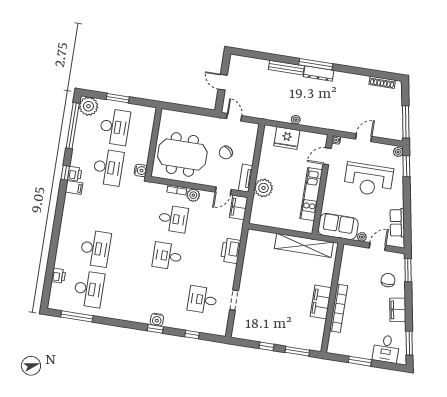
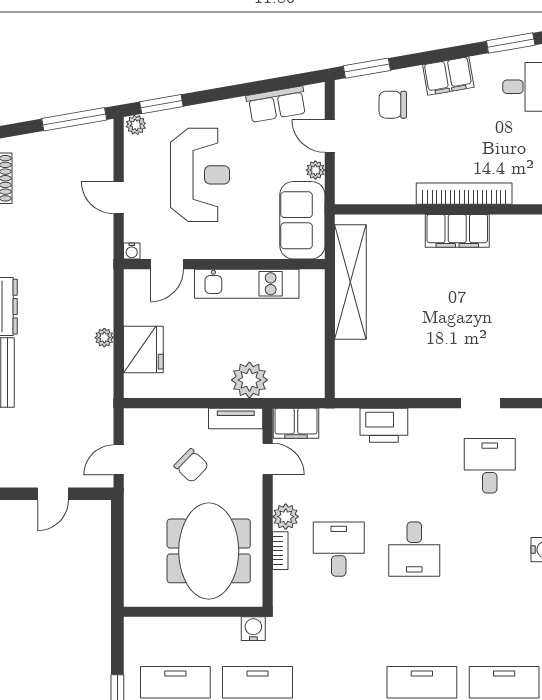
door: (327, 156) -> (167, 264), hinge flipped
desk: (202, 300) -> (490, 466), turned 180

